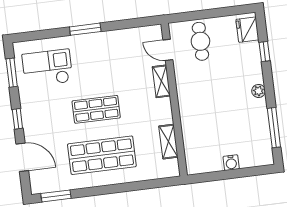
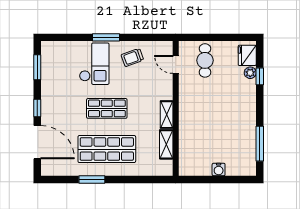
trolley: (118, 48) -> (132, 57), added
checkout: (47, 68) -> (94, 64), moved, turned 90
shelving: (161, 81) -> (167, 115), moved
plant: (259, 91) -> (250, 73), moved
door: (22, 157) -> (37, 142), width x1.36
window: (56, 196) -> (92, 179), moved

